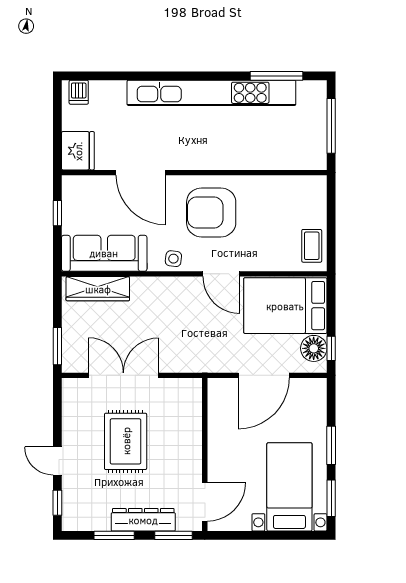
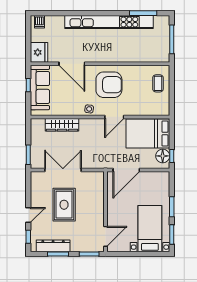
armchair: (211, 212) -> (109, 85), turned 180
coffee table: (312, 246) -> (158, 83), moved
sofa: (104, 253) -> (40, 87), moved, turned 90
door: (221, 274) -> (114, 117), hinge flipped
wardrobe: (98, 289) -> (62, 125), moved
door: (264, 375) -> (126, 170), moved
door: (57, 461) -> (28, 215), swing flipped
dresser: (143, 520) -> (53, 246), moved

